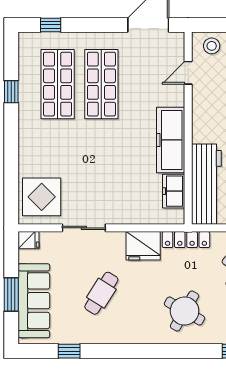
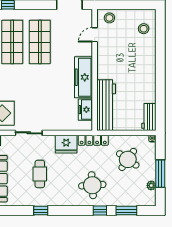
cafe table: (101, 293) -> (40, 174), turned -32
round table: (185, 311) -> (92, 185), turned -34
window: (69, 351) -> (41, 211), moved
window: (197, 351) -> (100, 211), added

